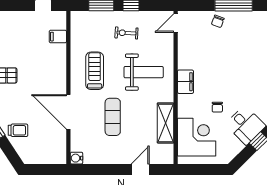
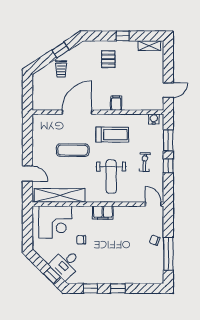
filing cabinet: (58, 37) -> (116, 103), moved
shelving: (165, 123) -> (59, 195), width x1.47
water cooler: (77, 158) -> (154, 119), moved

